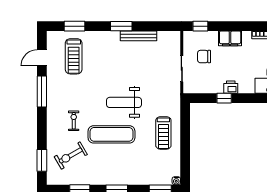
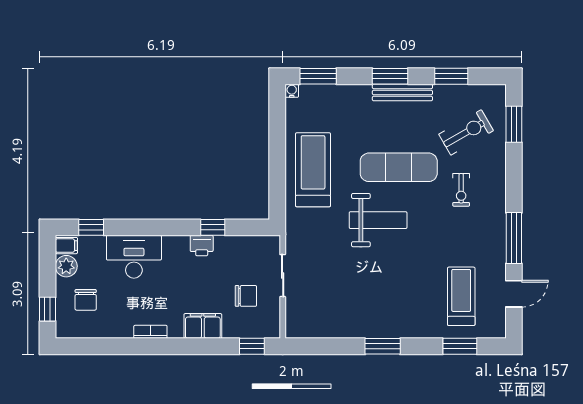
bench: (138, 36) -> (402, 92), moved
treadmill: (163, 133) -> (313, 170), width x1.37, depth x1.38

